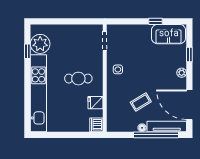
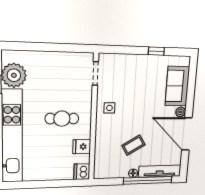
sofa: (169, 34) -> (177, 86), moved, turned 90
window: (189, 54) -> (191, 91), removed
door: (189, 105) -> (187, 134), moved

